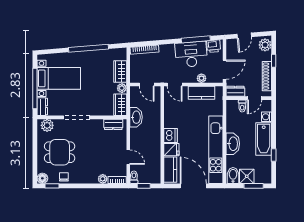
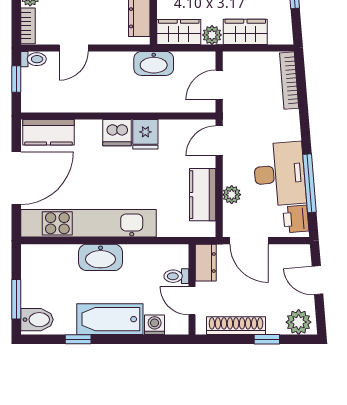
fridge: (171, 150) -> (145, 134), moved
bidet: (233, 175) -> (37, 320), moved
shower: (247, 176) -> (35, 285), removed

